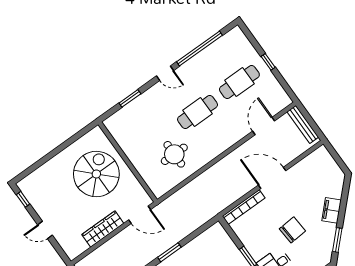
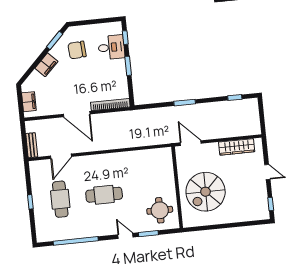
door: (165, 73) -> (125, 236), moved
cafe table: (239, 82) -> (60, 199), turned 90
bench: (303, 124) -> (32, 145), width x0.73
round table: (174, 154) -> (160, 210), moved
filing cabinet: (328, 163) -> (29, 102), added
wardrobe: (103, 229) -> (237, 147), moved
chair: (292, 230) -> (77, 50), moved

